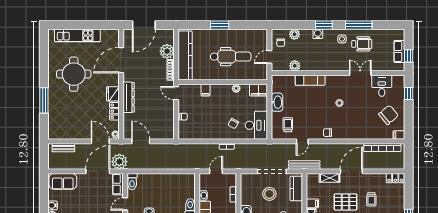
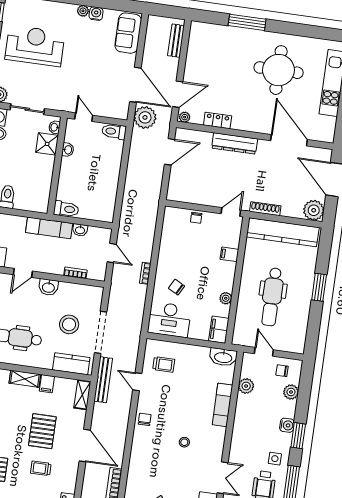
plant: (167, 51) -> (314, 210), moved
fridge: (113, 94) -> (243, 122), removed
washbasin: (277, 102) -> (223, 357), moved
shelving: (330, 178) -> (82, 395), moved
row of seats: (118, 184) -> (113, 111), removed

